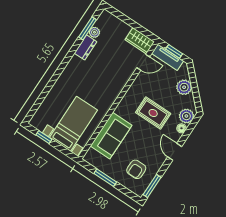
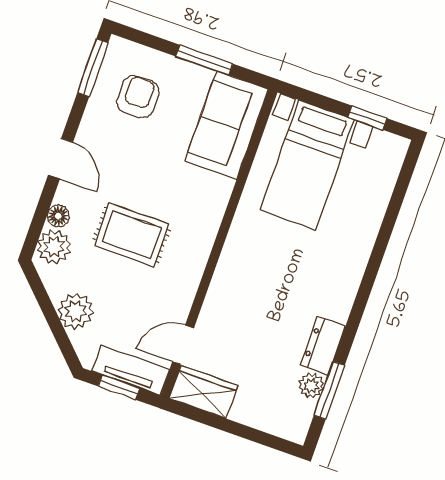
sofa: (111, 136) -> (227, 125), moved

